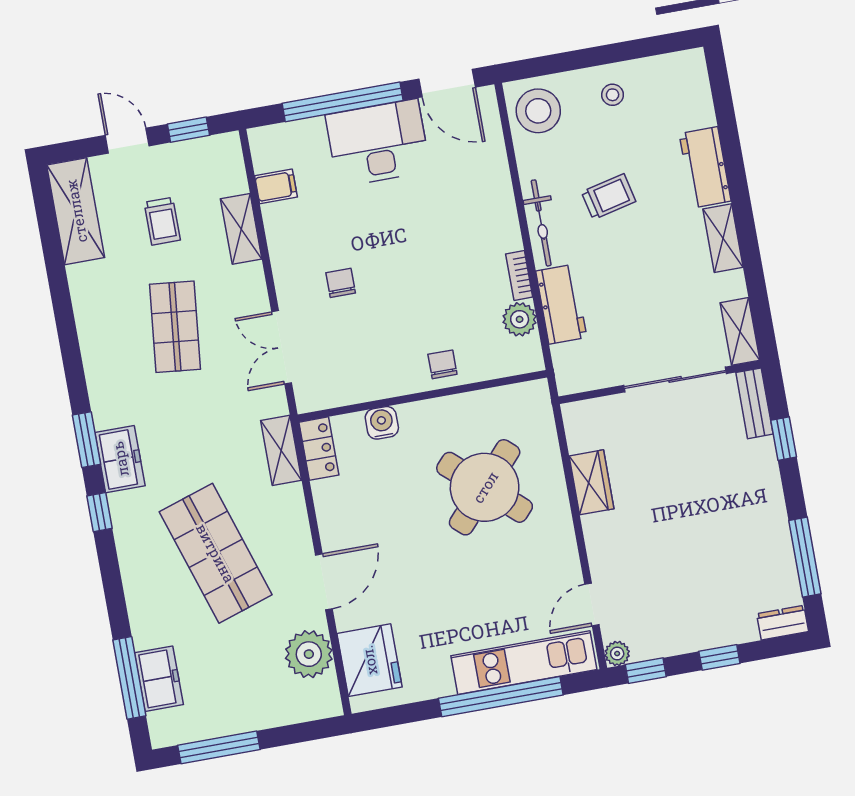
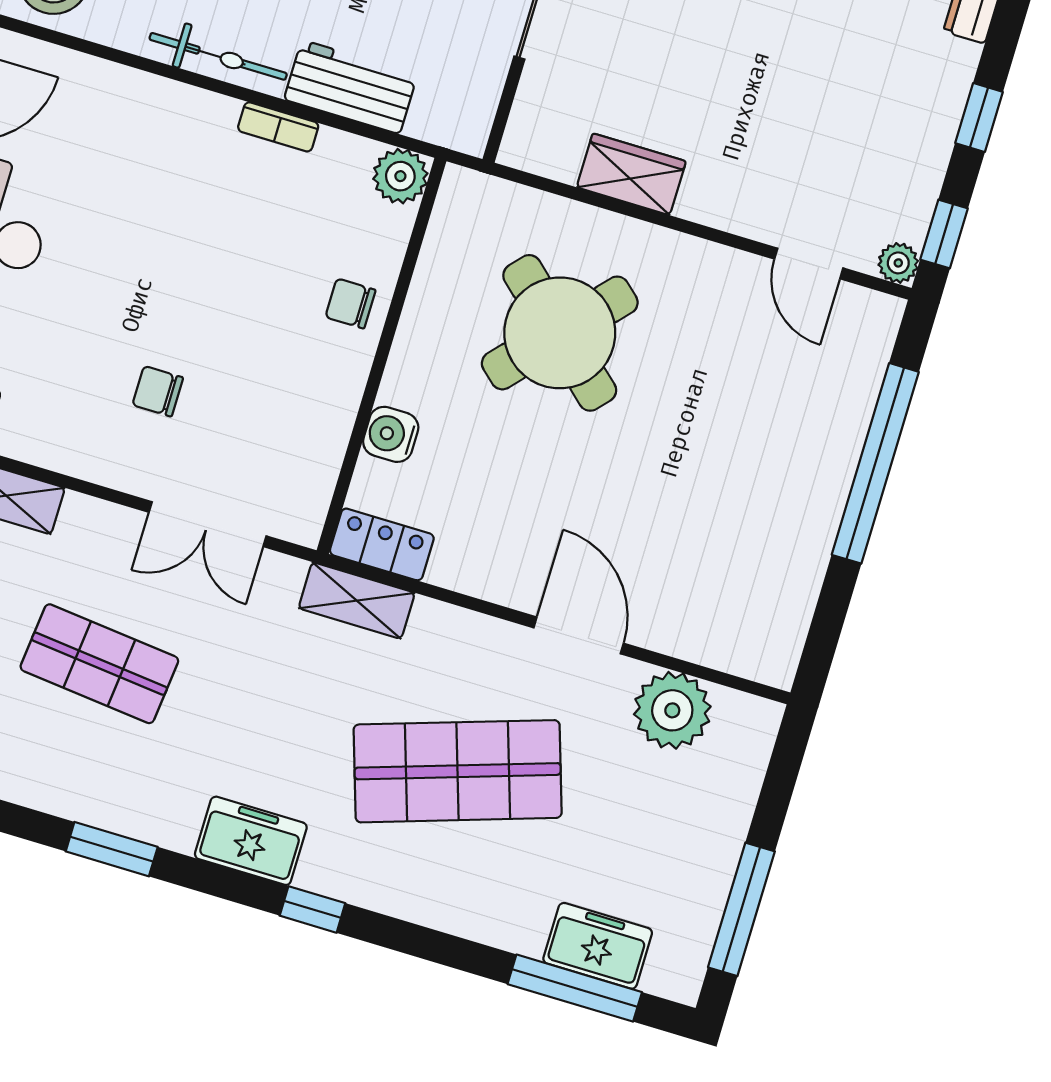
plant: (520, 319) -> (400, 176), moved
window: (86, 440) -> (112, 849), moved
fridge: (369, 660) -> (726, 627), removed
kitchen unit: (524, 663) -> (843, 405), removed

